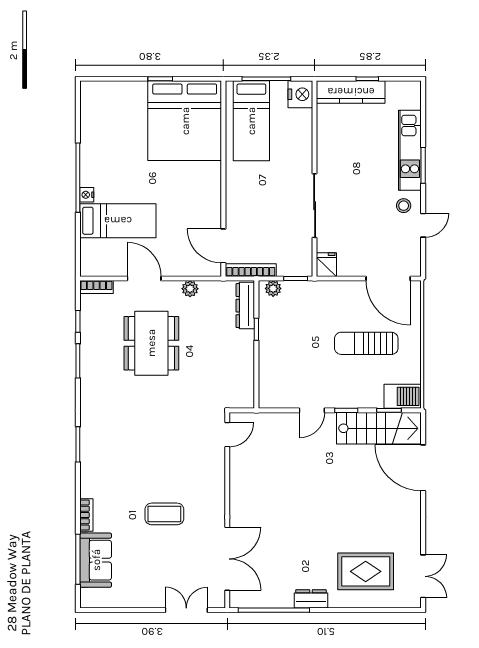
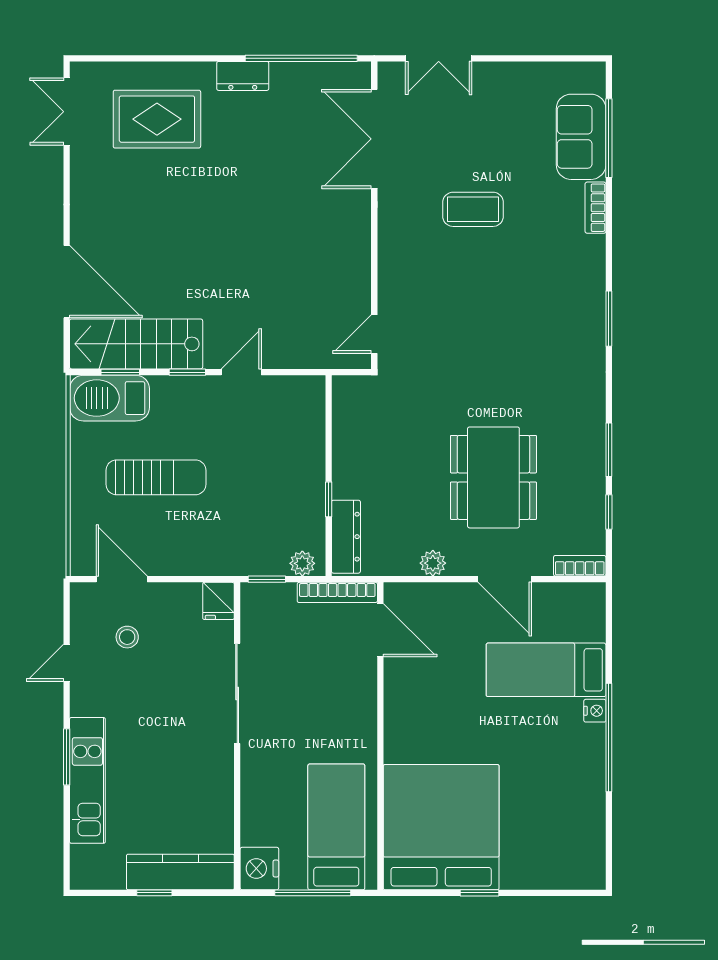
stool: (404, 206) -> (127, 637), moved
door: (388, 278) -> (122, 579), width x0.73
barbecue: (403, 396) -> (109, 398), width x1.37, depth x1.21

